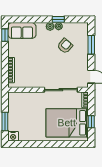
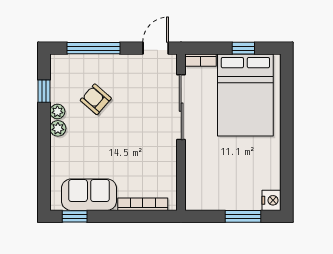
window: (58, 19) -> (44, 91), moved
sofa: (22, 31) -> (89, 195), moved, turned -90
window: (91, 45) -> (94, 48), width x1.44

